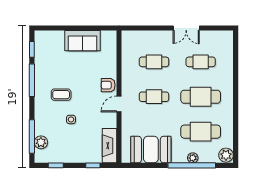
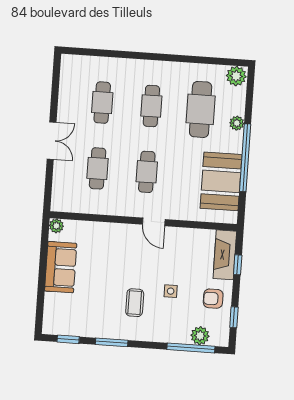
double door: (186, 28) -> (52, 141), moved
plant: (111, 36) -> (56, 226), added
window: (32, 80) -> (112, 342), width x0.69
armchair: (108, 85) -> (213, 299), moved, turned 90
cafe table: (201, 97) -> (151, 106), width x0.73, depth x0.74
fireplace: (109, 146) -> (225, 255), moved, turned 90
window: (192, 165) -> (245, 158), moved

